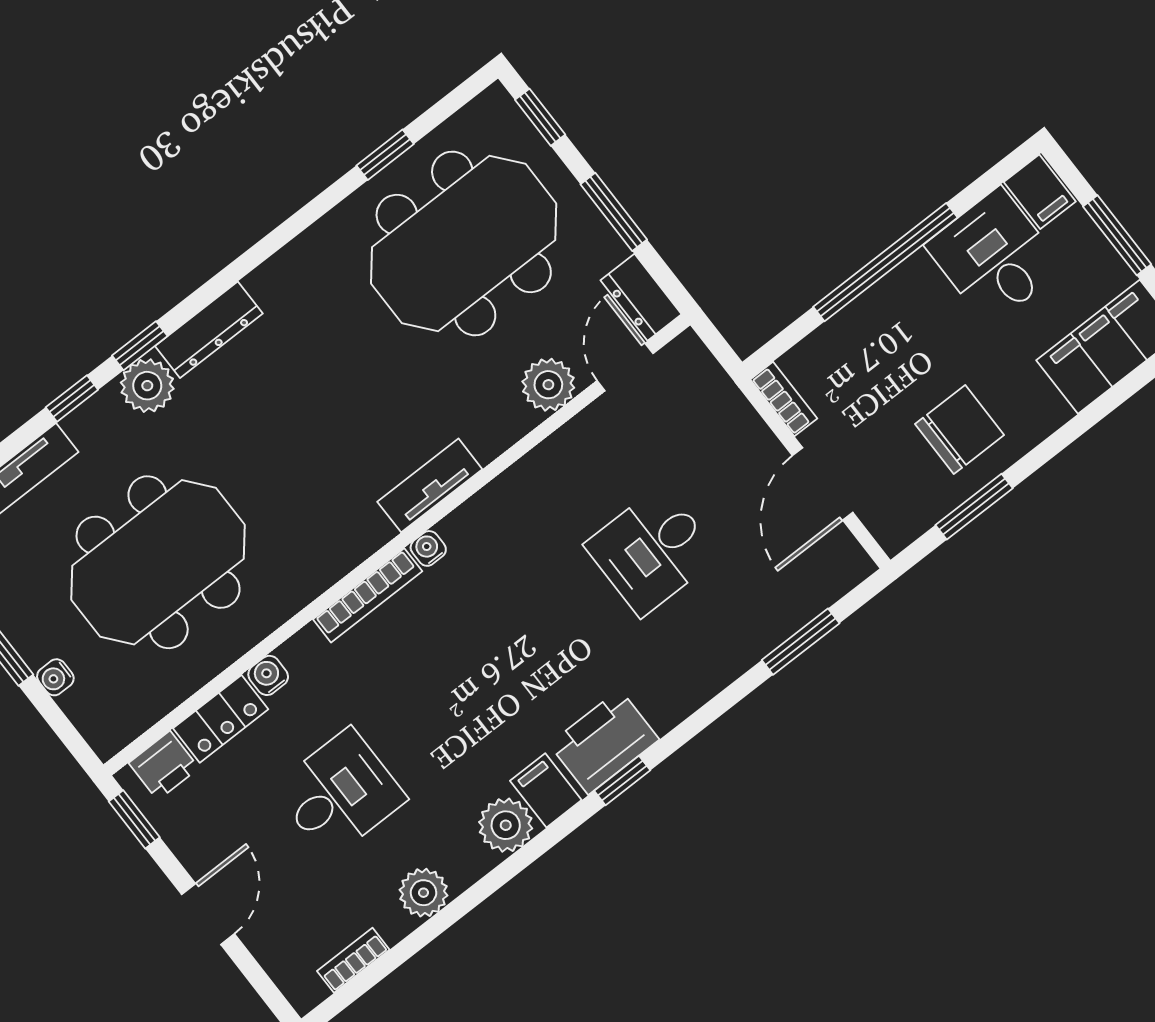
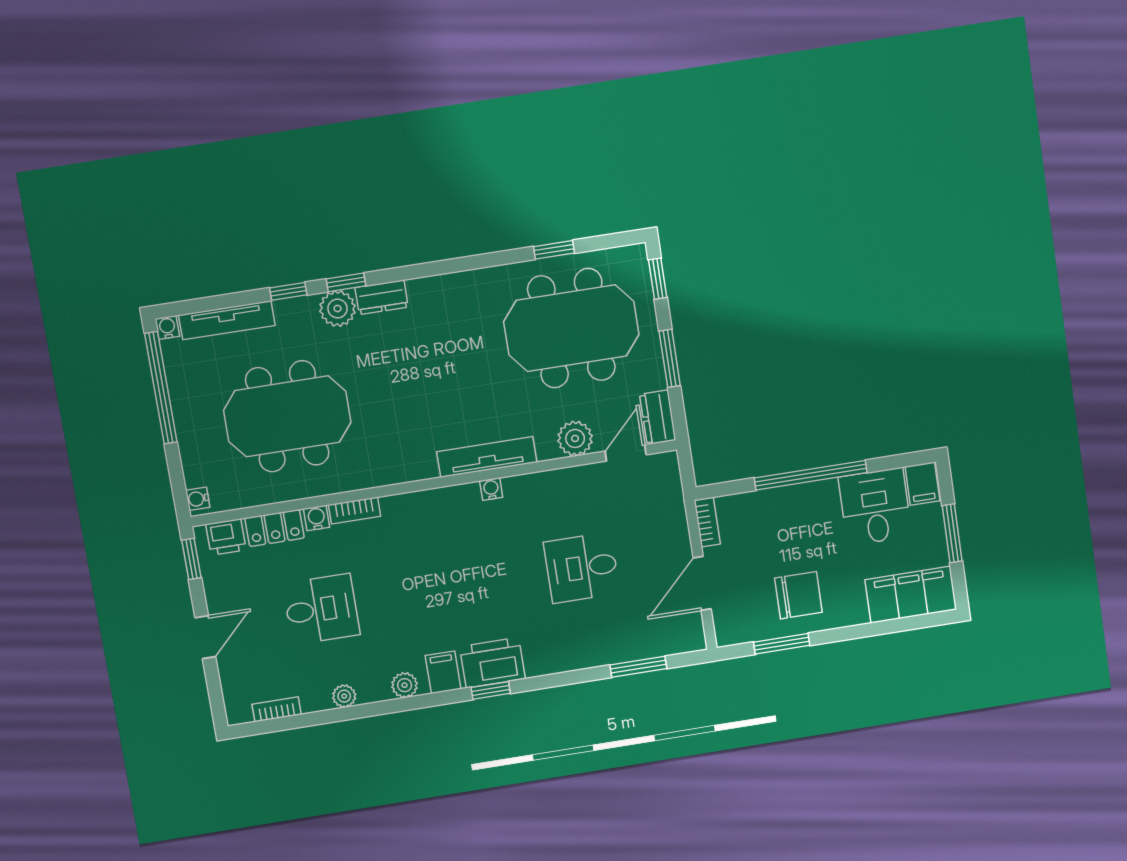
dresser: (209, 330) -> (382, 297), width x0.70
tv unit: (430, 485) -> (487, 457), width x1.41
water cooler: (428, 548) -> (491, 489), moved
bookcase: (368, 595) -> (355, 511), moved, width x0.64
water cooler: (55, 677) -> (198, 499), moved
plant: (506, 825) -> (405, 685), width x0.73, depth x0.73
plant: (423, 893) -> (344, 696), width x0.73, depth x0.73

